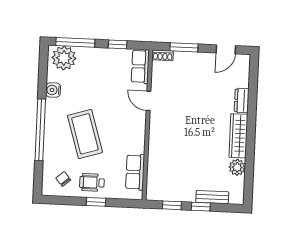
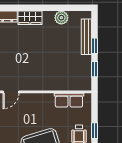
wardrobe: (238, 136) -> (30, 18), width x0.67
bench: (212, 197) -> (86, 37), width x1.36

